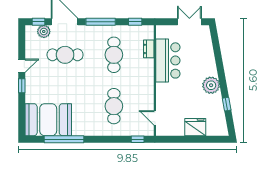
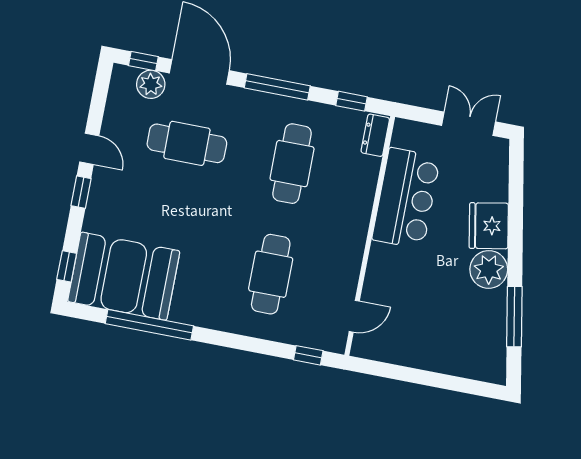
dresser: (149, 49) -> (375, 135), moved
door: (22, 66) -> (89, 149), hinge flipped
window: (227, 104) -> (514, 317), width x2.17
door: (155, 118) -> (354, 316), swing flipped
window: (22, 120) -> (67, 266), added
fridge: (195, 127) -> (489, 226), moved, turned -100

